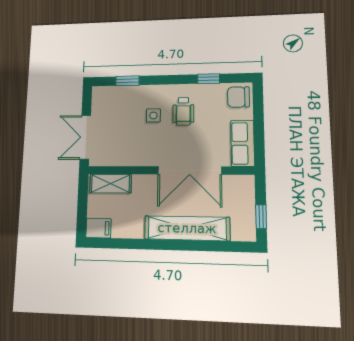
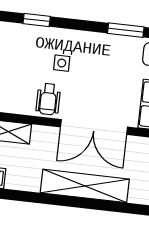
window: (209, 79) -> (126, 30), width x1.50
wheelchair: (183, 111) -> (48, 99), moved

